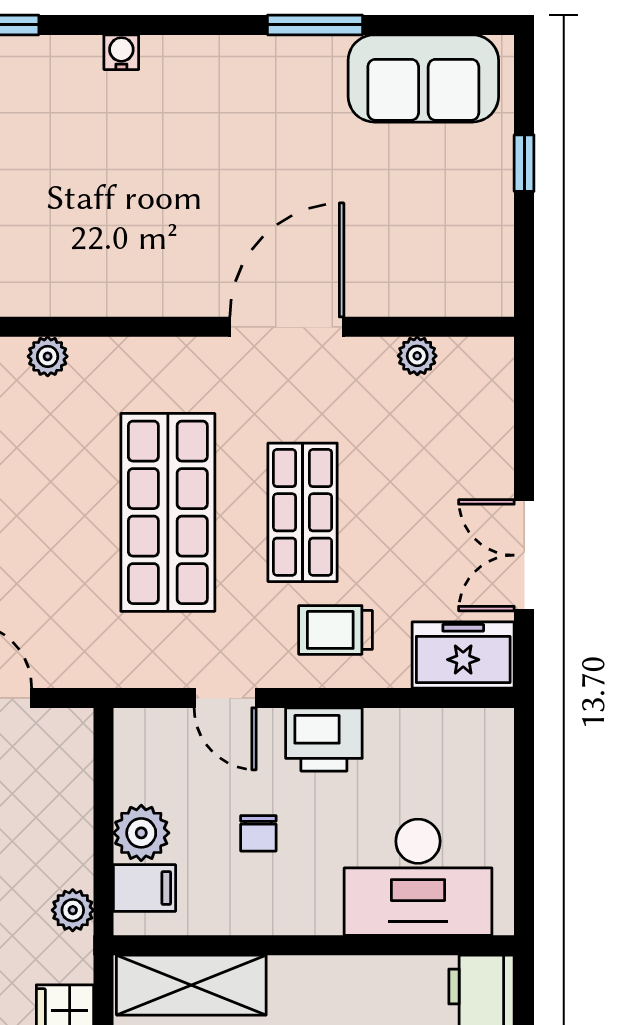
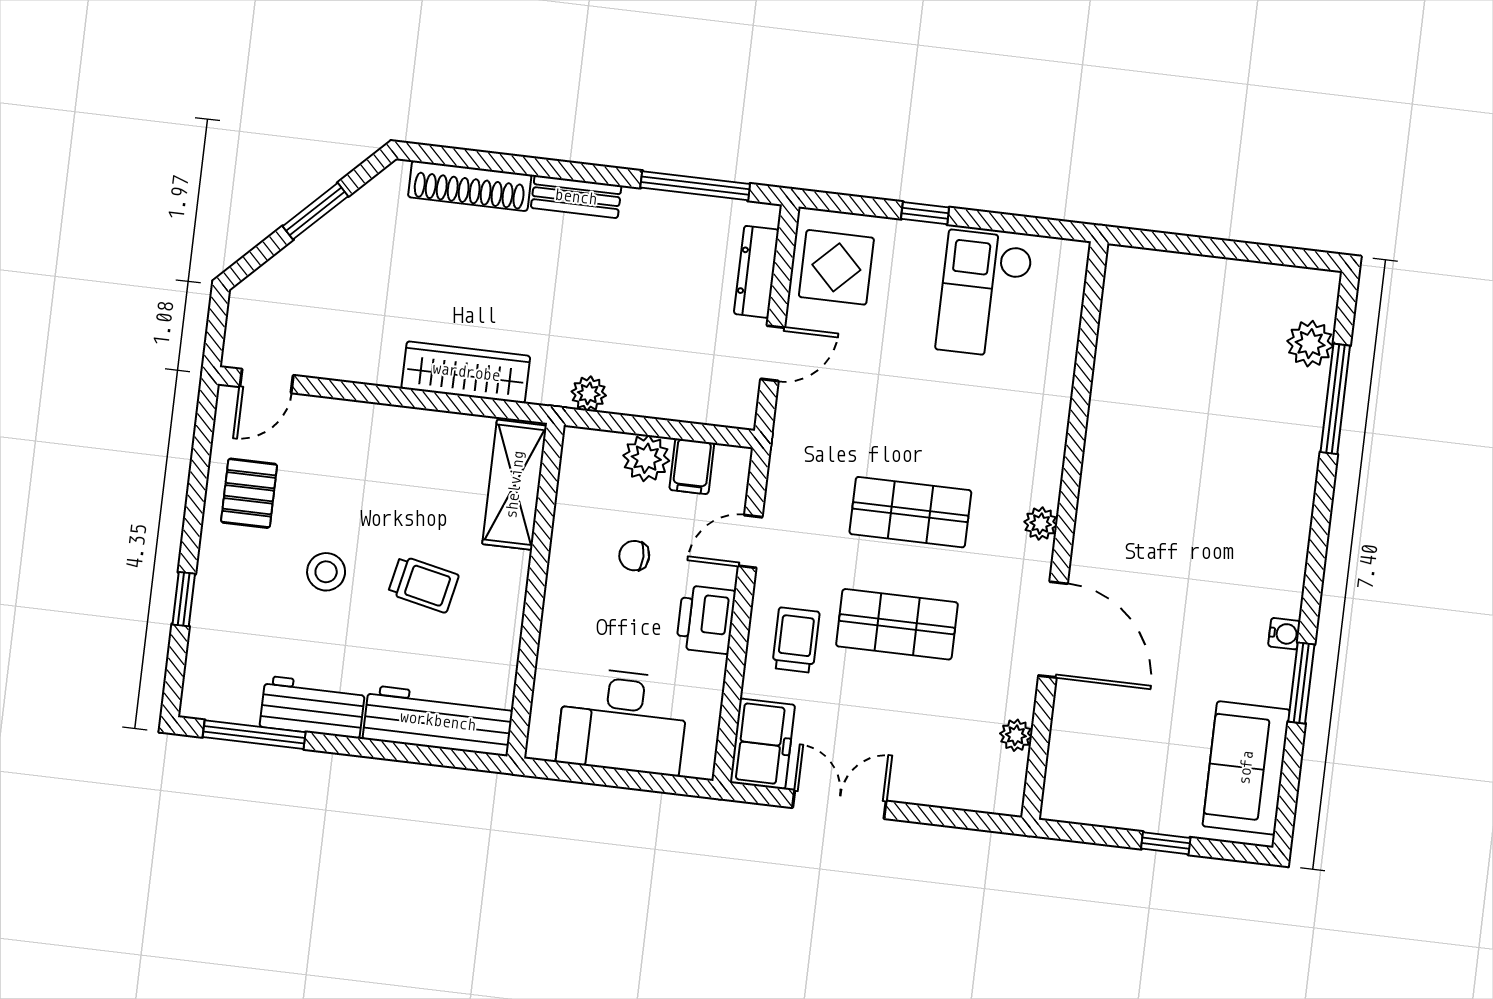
water cooler: (121, 52) -> (1284, 634), moved
plant: (48, 356) -> (1041, 524), moved
shop shelf: (168, 512) -> (910, 512), width x0.70, depth x0.74
desk: (418, 877) -> (623, 721), moved, turned -90
filing cabinet: (144, 888) -> (692, 466), moved

